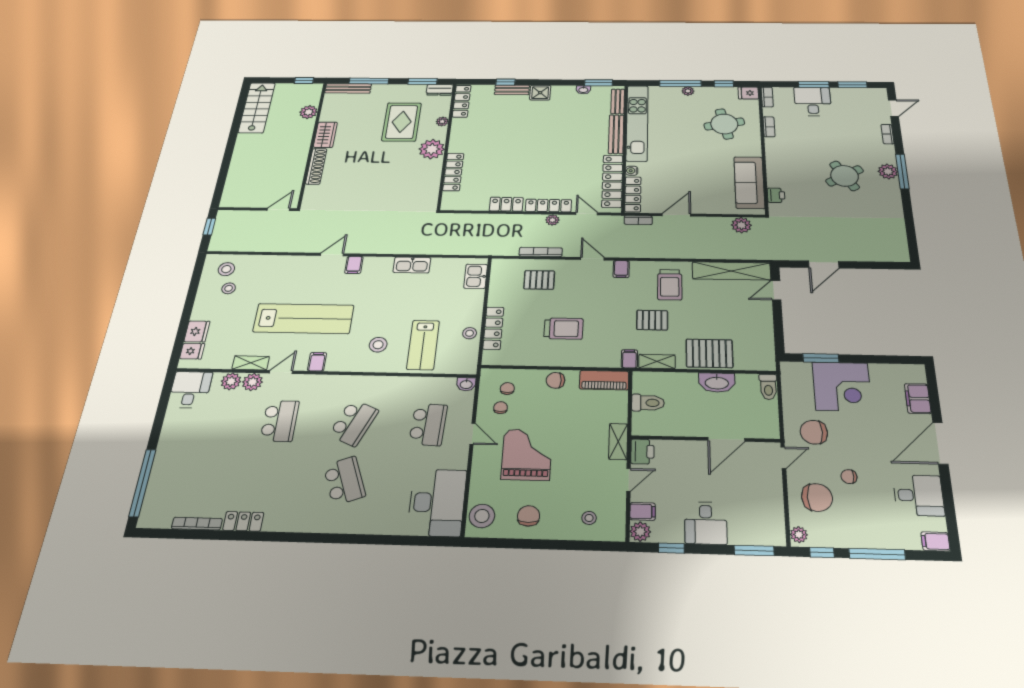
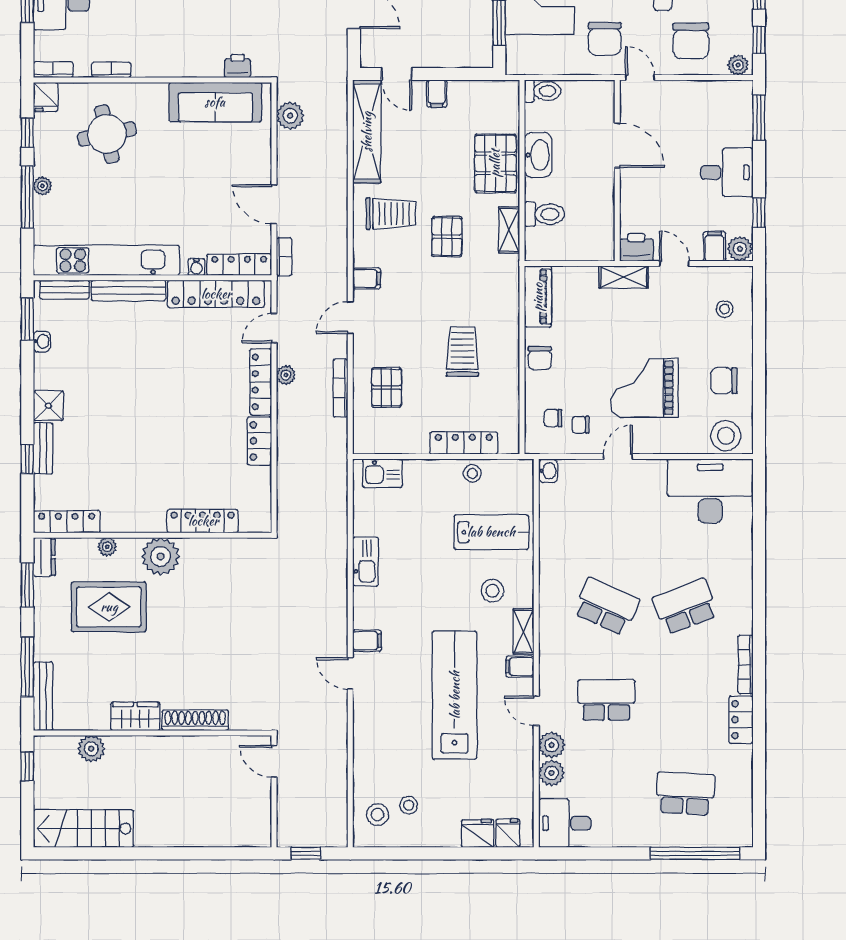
filing cabinet: (629, 359) -> (437, 94), moved, turned -90
shelving: (251, 363) -> (524, 631), moved
toilet: (648, 403) -> (544, 214), moved, turned 90
school desk: (428, 424) -> (685, 793), moved
chair: (817, 497) -> (691, 41), turned 180
bookcase: (197, 524) -> (746, 665), moved

